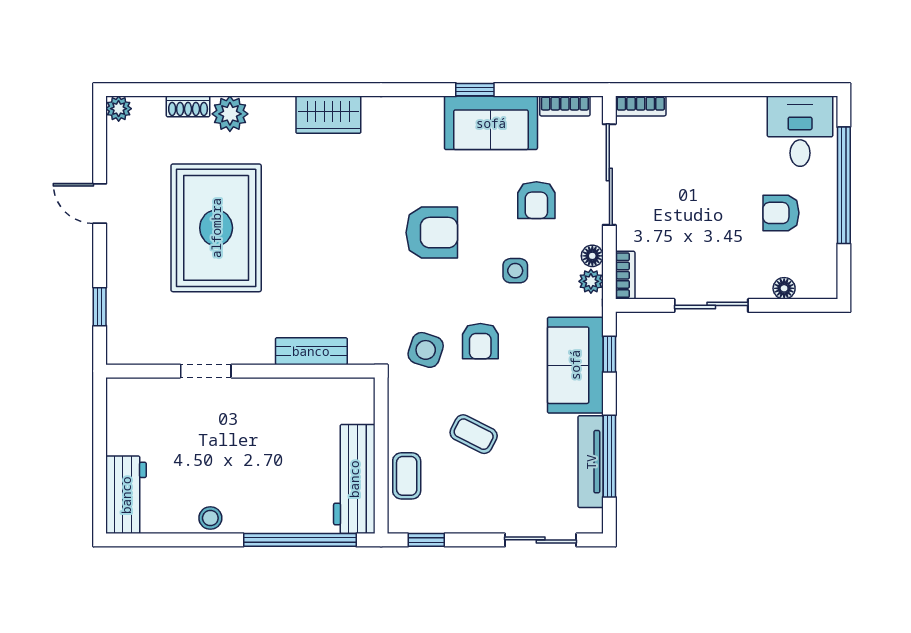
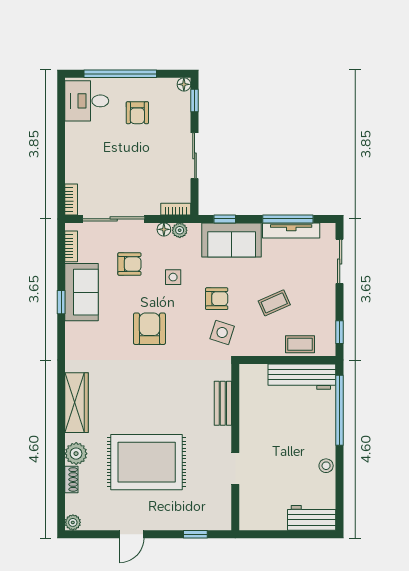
wardrobe: (328, 115) -> (77, 403), width x1.50
floor lamp: (784, 288) -> (184, 84), moved
window: (801, 305) -> (195, 101), added
coffee table: (474, 434) -> (274, 303), turned 39

